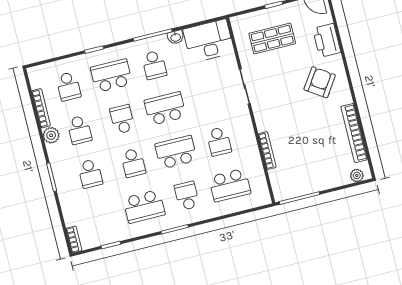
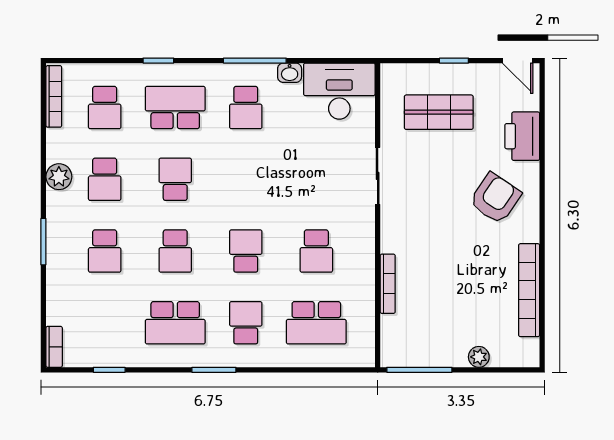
bookcase: (41, 108) -> (54, 96), moved
school desk: (165, 109) -> (246, 179), removed
school desk: (176, 152) -> (246, 251), width x0.54
plant: (357, 175) -> (479, 357), moved

